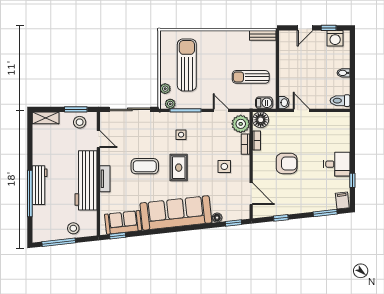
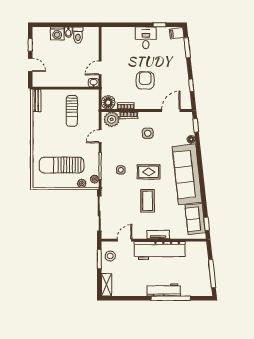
washing machine: (335, 38) -> (57, 33), moved, turned 90
toilet: (340, 101) -> (78, 35), moved
barbecue: (264, 103) -> (94, 99), removed
stool: (73, 228) -> (200, 261), removed

